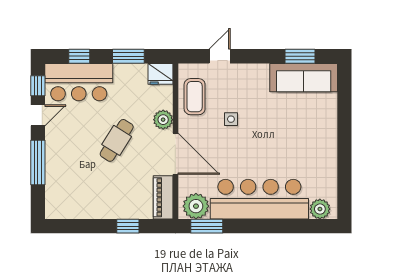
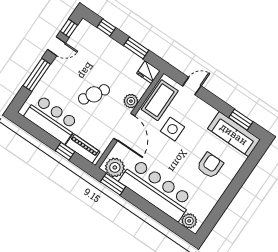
bar counter: (79, 82) -> (52, 119), moved, turned 180
coffee table: (195, 97) -> (160, 100), width x1.36, depth x1.32
side table: (231, 119) -> (172, 129), width x1.87, depth x1.87
armchair: (301, 131) -> (210, 165), added
piano: (163, 197) -> (83, 148), moved, turned 90

